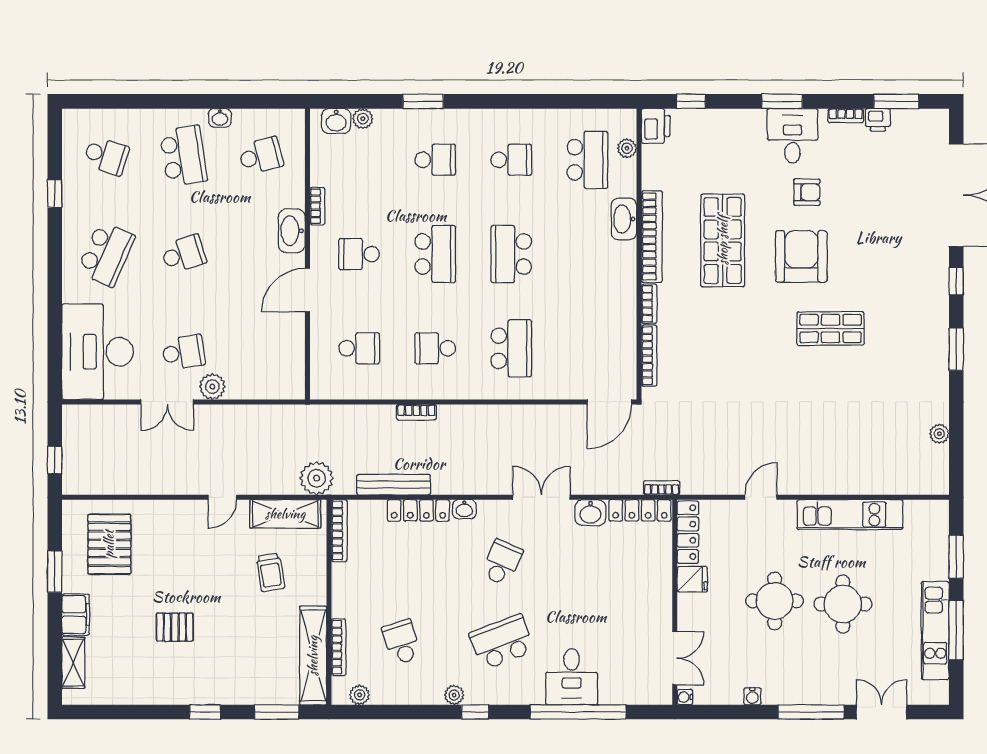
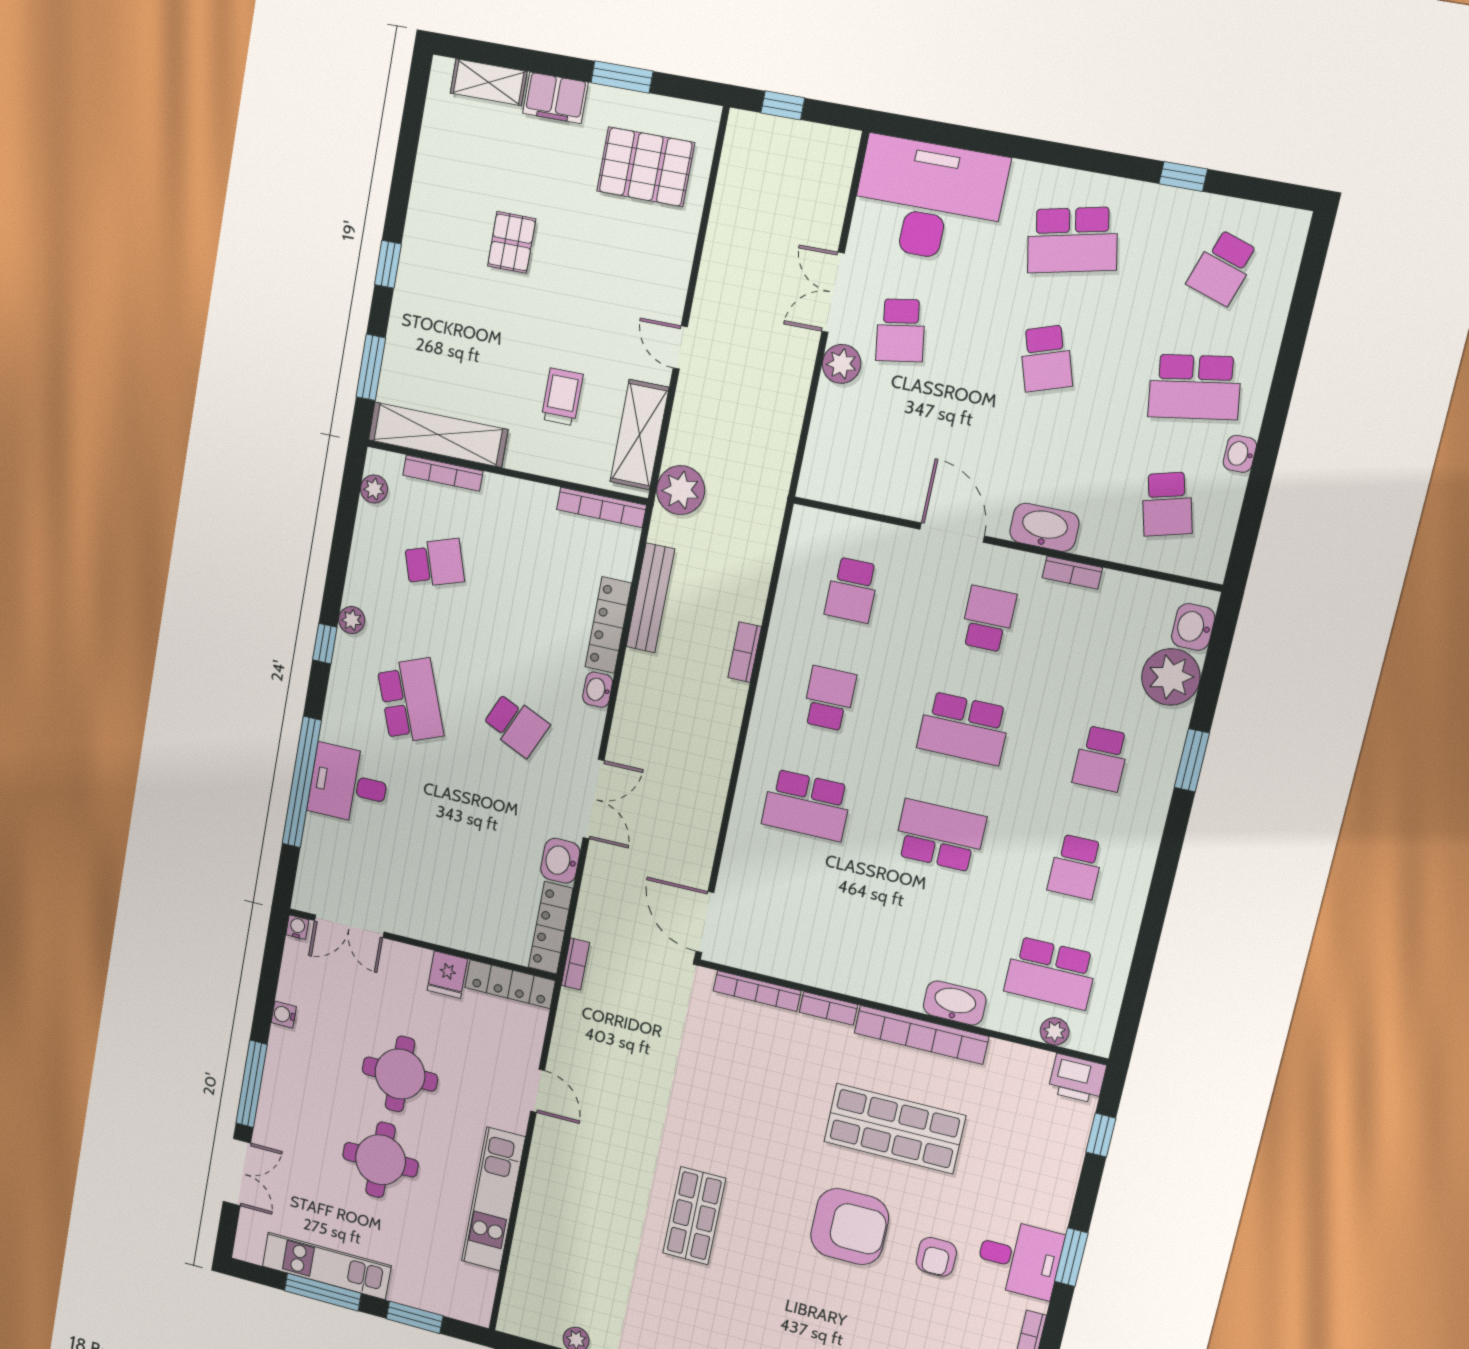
plant: (363, 119) -> (1171, 677), width x1.88, depth x1.88
school desk: (106, 254) -> (1072, 240), turned -36
shop shelf: (831, 329) -> (694, 1216), moved
trolley: (270, 572) -> (562, 397), turned 99

